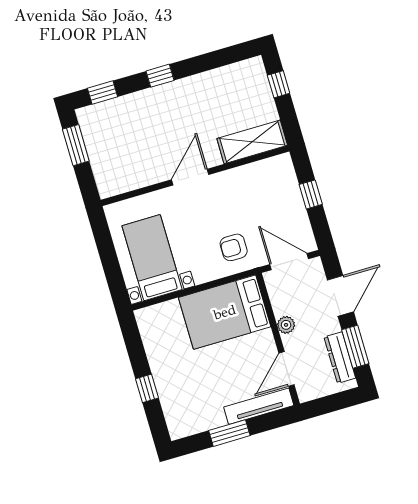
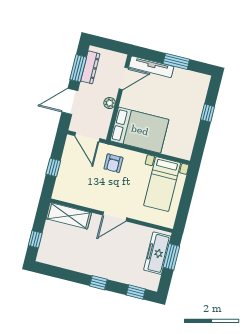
window: (76, 145) -> (171, 257), moved
freezer: (104, 161) -> (157, 253), added
armchair: (234, 247) -> (113, 163), turned 90

